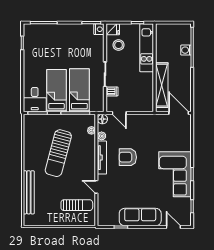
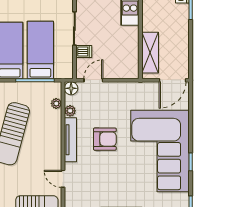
shelving: (162, 85) -> (150, 53), width x0.68
door: (119, 113) -> (93, 80), swing flipped
door: (179, 113) -> (173, 80), swing flipped
armchair: (128, 157) -> (105, 139), turned 180
corner sofa: (175, 174) -> (160, 151), width x1.36, depth x1.36

